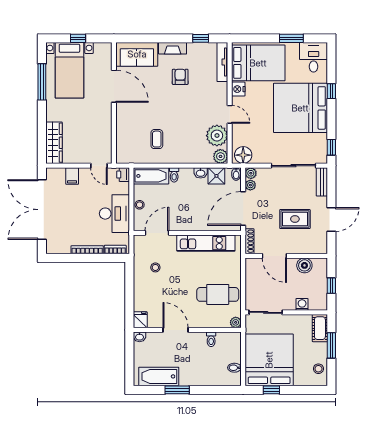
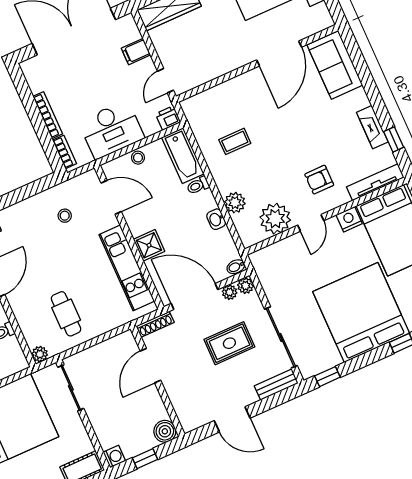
fireplace: (173, 48) -> (372, 127), moved
armchair: (180, 77) -> (319, 180), moved, turned 180
floor lamp: (243, 155) -> (265, 265), removed
plant: (220, 156) -> (235, 203), moved
shower: (216, 176) -> (149, 245), moved
rug: (295, 219) -> (229, 343), moved, turned 90
boiler: (304, 265) -> (165, 431), moved
cafe table: (218, 294) -> (66, 314), width x0.73, depth x0.74
washing machine: (302, 304) -> (114, 457), moved

